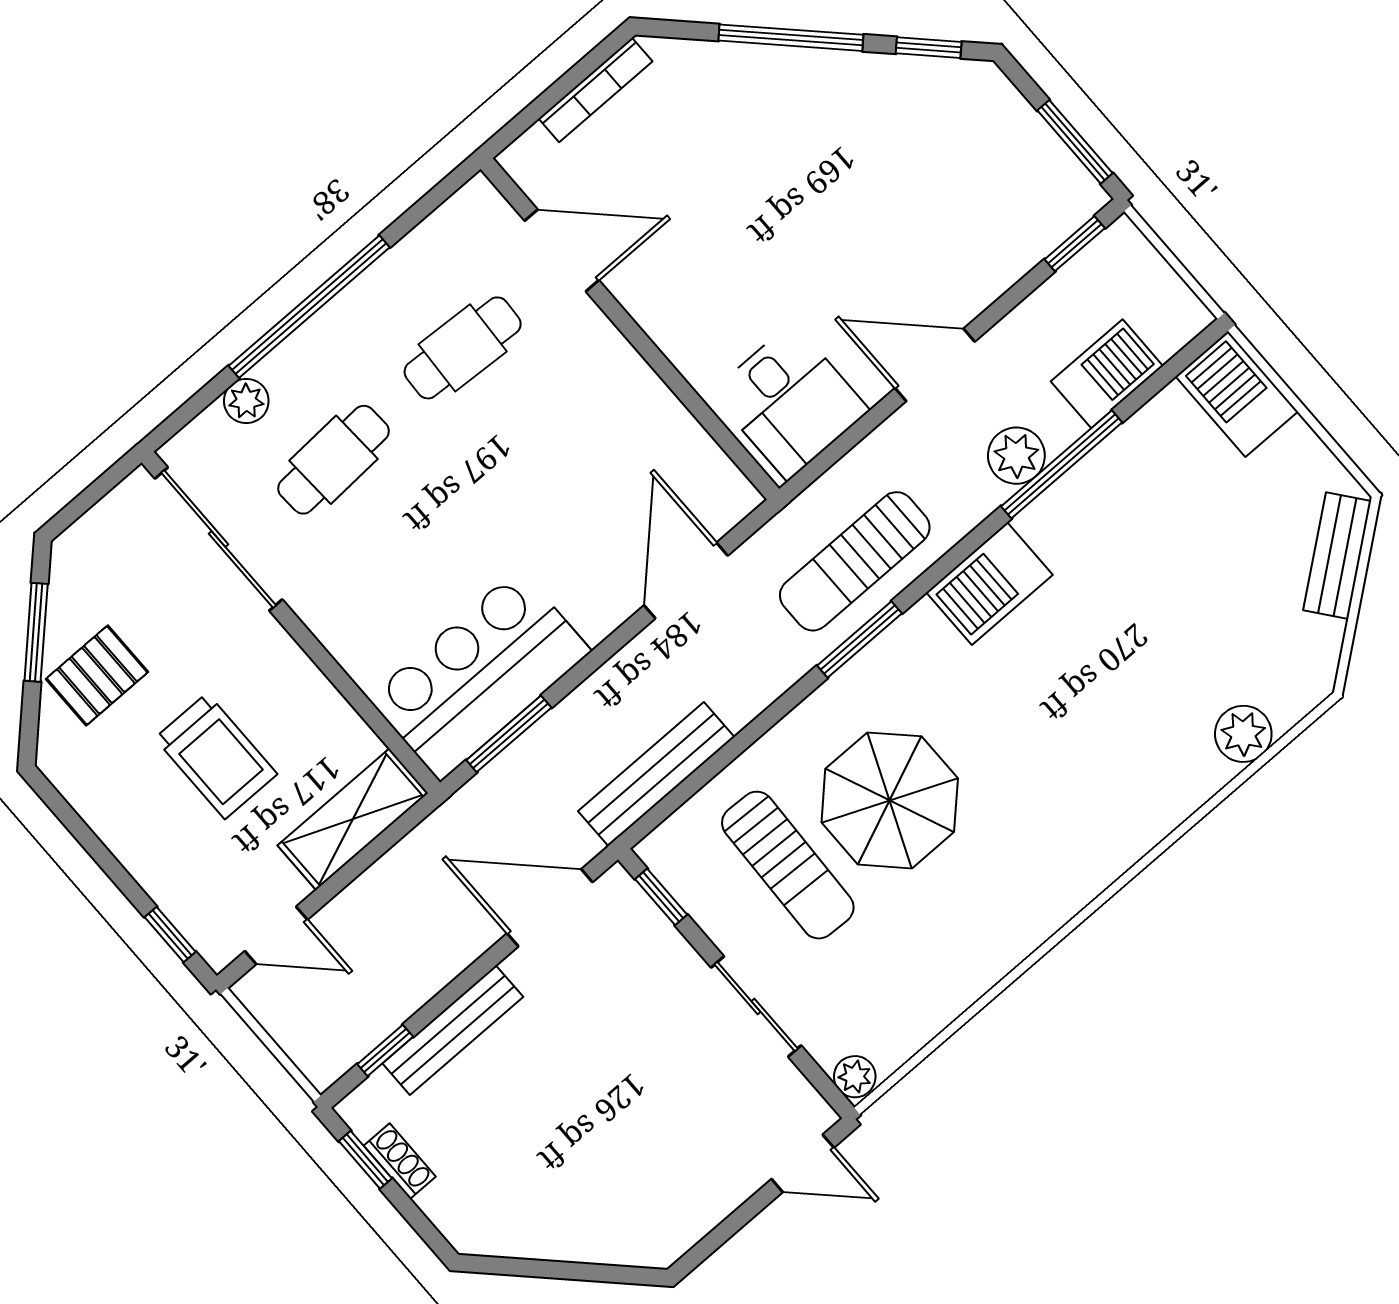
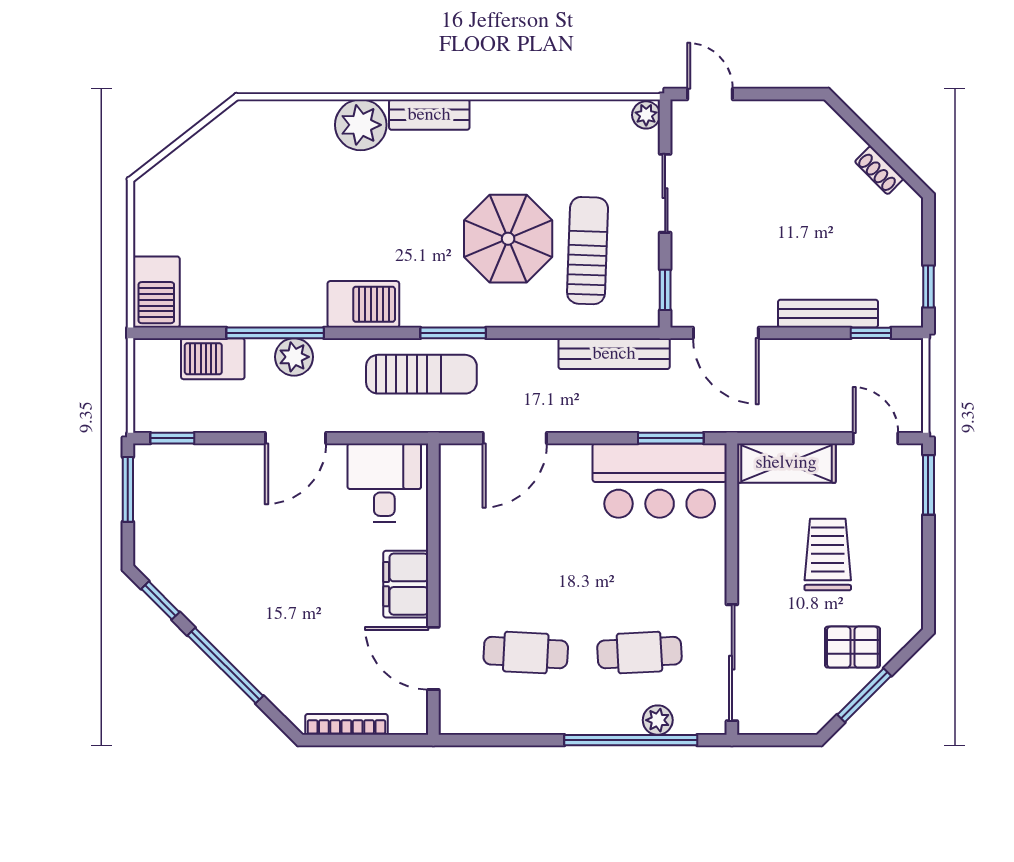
window: (309, 307) -> (631, 740), moved
filing cabinet: (666, 308) -> (406, 584), added
door: (935, 365) -> (295, 438), hinge flipped
bench: (1337, 556) -> (429, 115), moved, turned 38
plant: (1243, 734) -> (361, 125), moved, width x1.36, depth x1.36
window: (170, 934) -> (928, 485), width x1.50
shoe rack: (400, 1161) -> (879, 170), moved, turned -45

